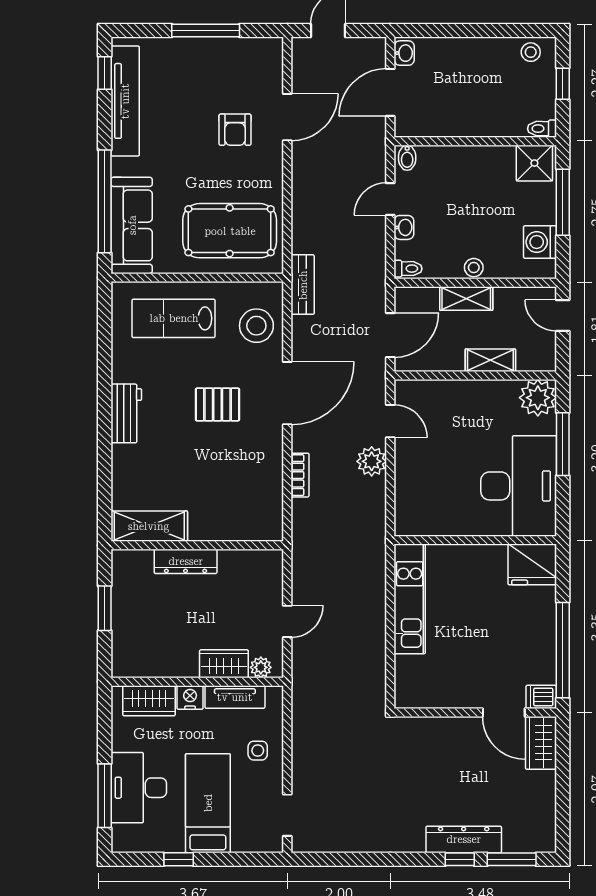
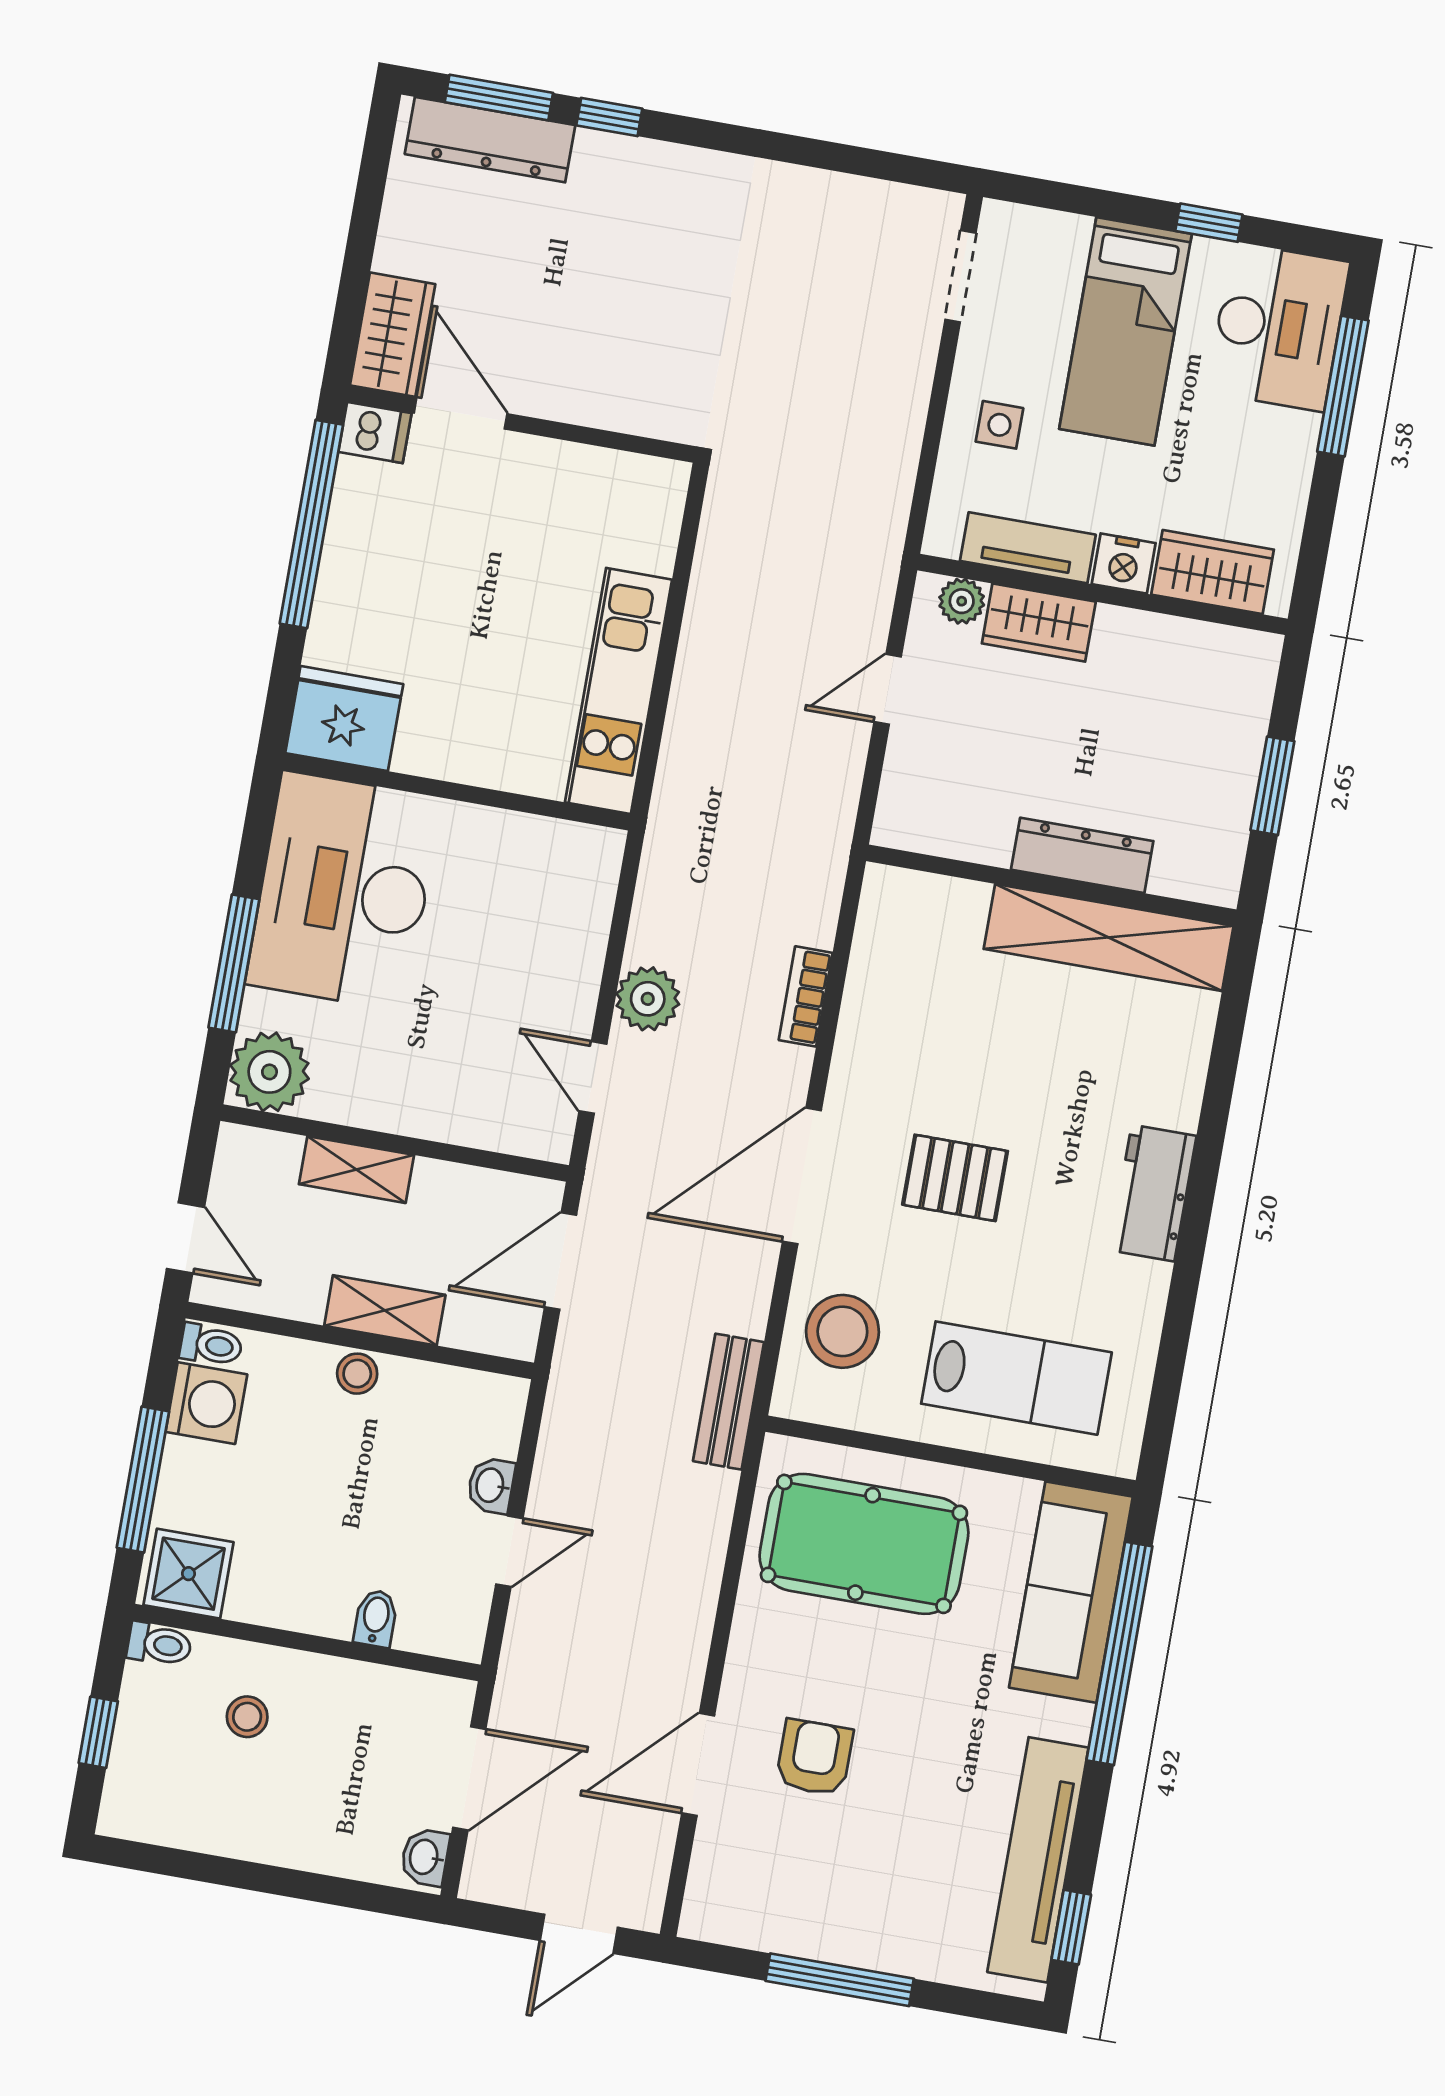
stool: (531, 52) -> (247, 1717), moved
bidet: (407, 158) -> (376, 1618), moved
toilet: (408, 269) -> (211, 1345), moved, turned 180
shelving: (149, 526) -> (1109, 937), width x1.47
desk: (139, 788) -> (1278, 327), moved
dresser: (464, 839) -> (490, 140), moved

